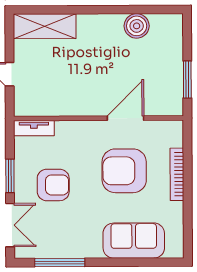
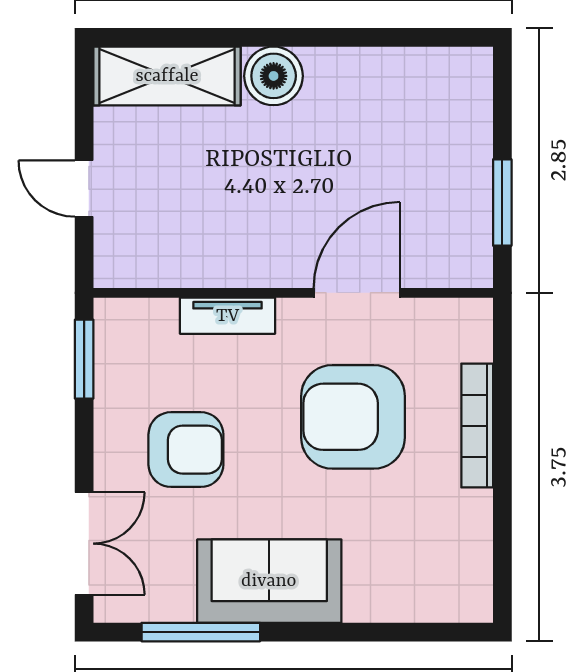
boiler: (137, 26) -> (274, 76), moved
tv unit: (34, 128) -> (228, 316), moved
window: (10, 176) -> (84, 359), moved
sofa: (134, 241) -> (269, 581), moved

